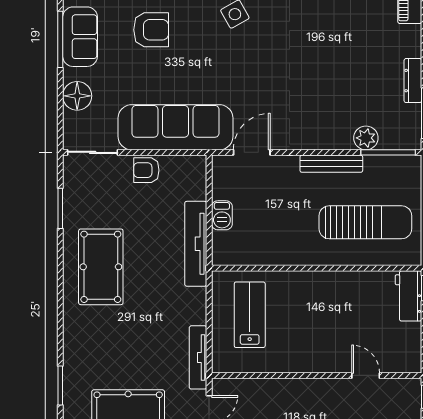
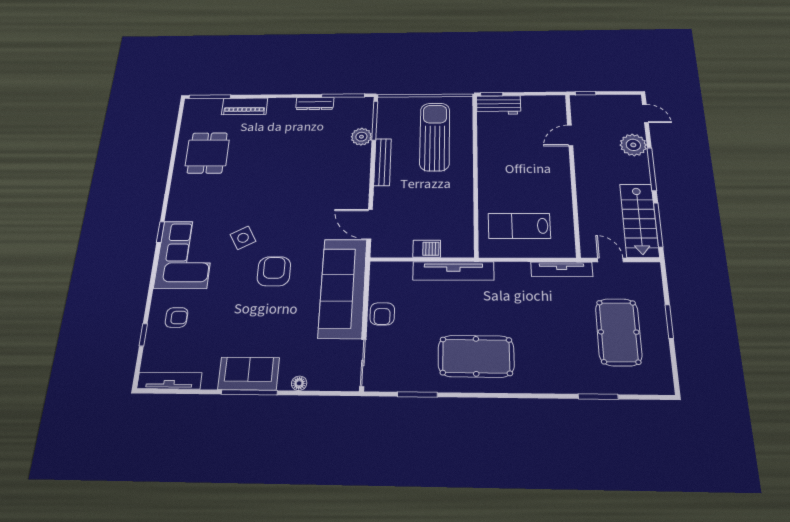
armchair: (151, 30) -> (274, 271), moved
floor lamp: (77, 96) -> (299, 383), width x0.53, depth x0.53

